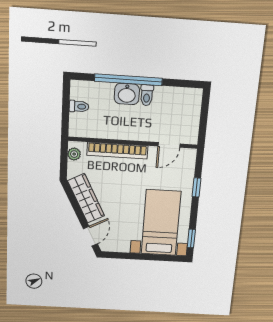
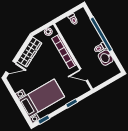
washbasin: (127, 94) -> (106, 58), moved

